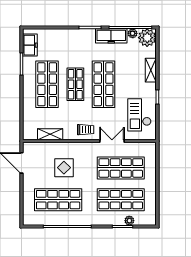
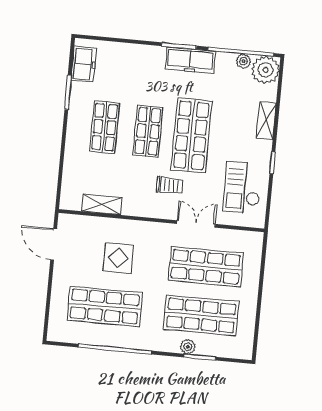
freezer: (111, 36) -> (190, 60), moved
shop shelf: (47, 84) -> (105, 127), width x0.70, depth x0.74
trolley: (86, 130) -> (170, 185), moved
plant: (129, 221) -> (188, 347), moved

